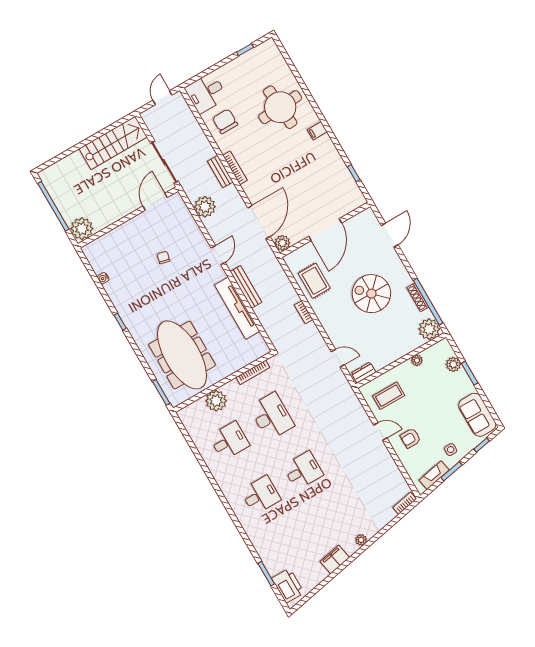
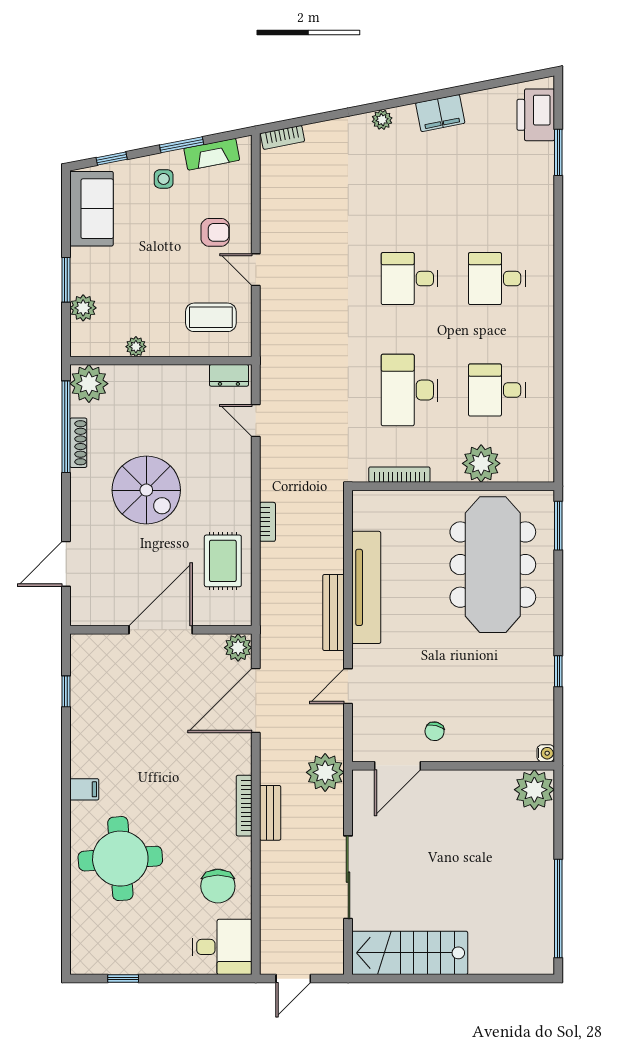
door: (155, 202) -> (397, 766), moved
wall: (128, 217) -> (453, 766), moved
plant: (82, 229) -> (534, 790), moved

